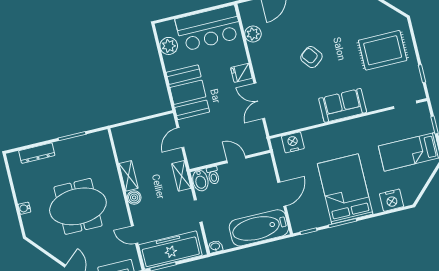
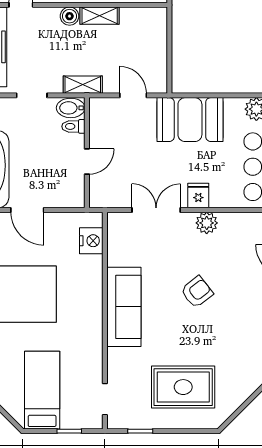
plant: (253, 34) -> (207, 223), moved
rug: (383, 50) -> (183, 387), turned 90
sofa: (343, 105) -> (124, 307), width x1.36

